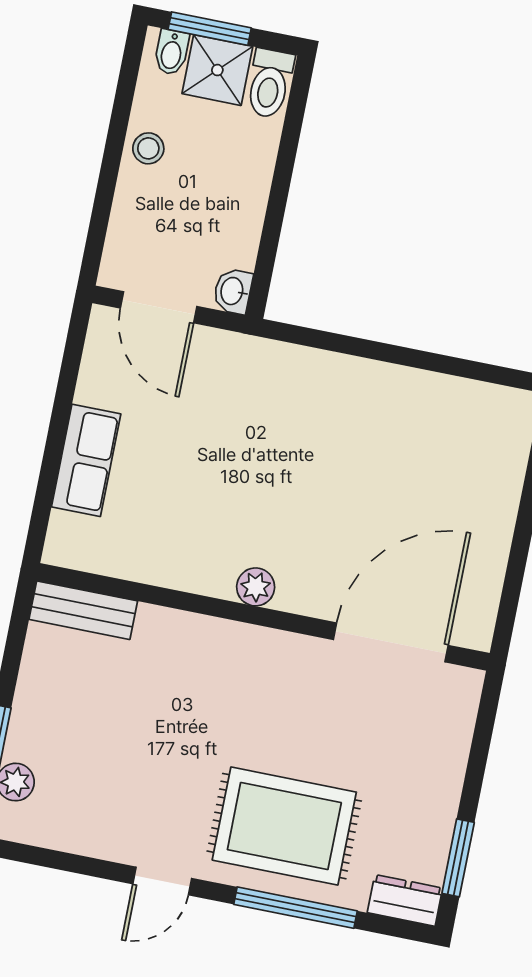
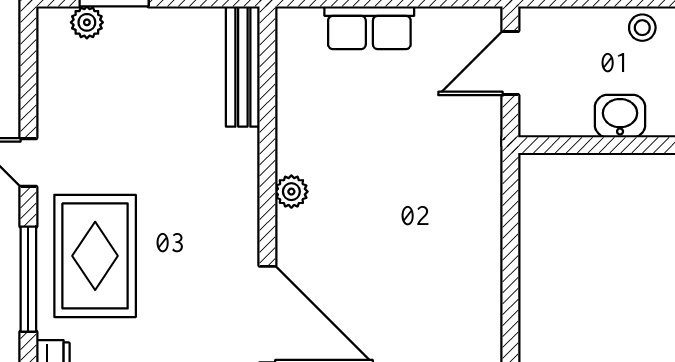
washbasin: (233, 291) -> (620, 116), moved, width x1.38, depth x1.45
bench: (83, 610) -> (243, 67), width x1.36

